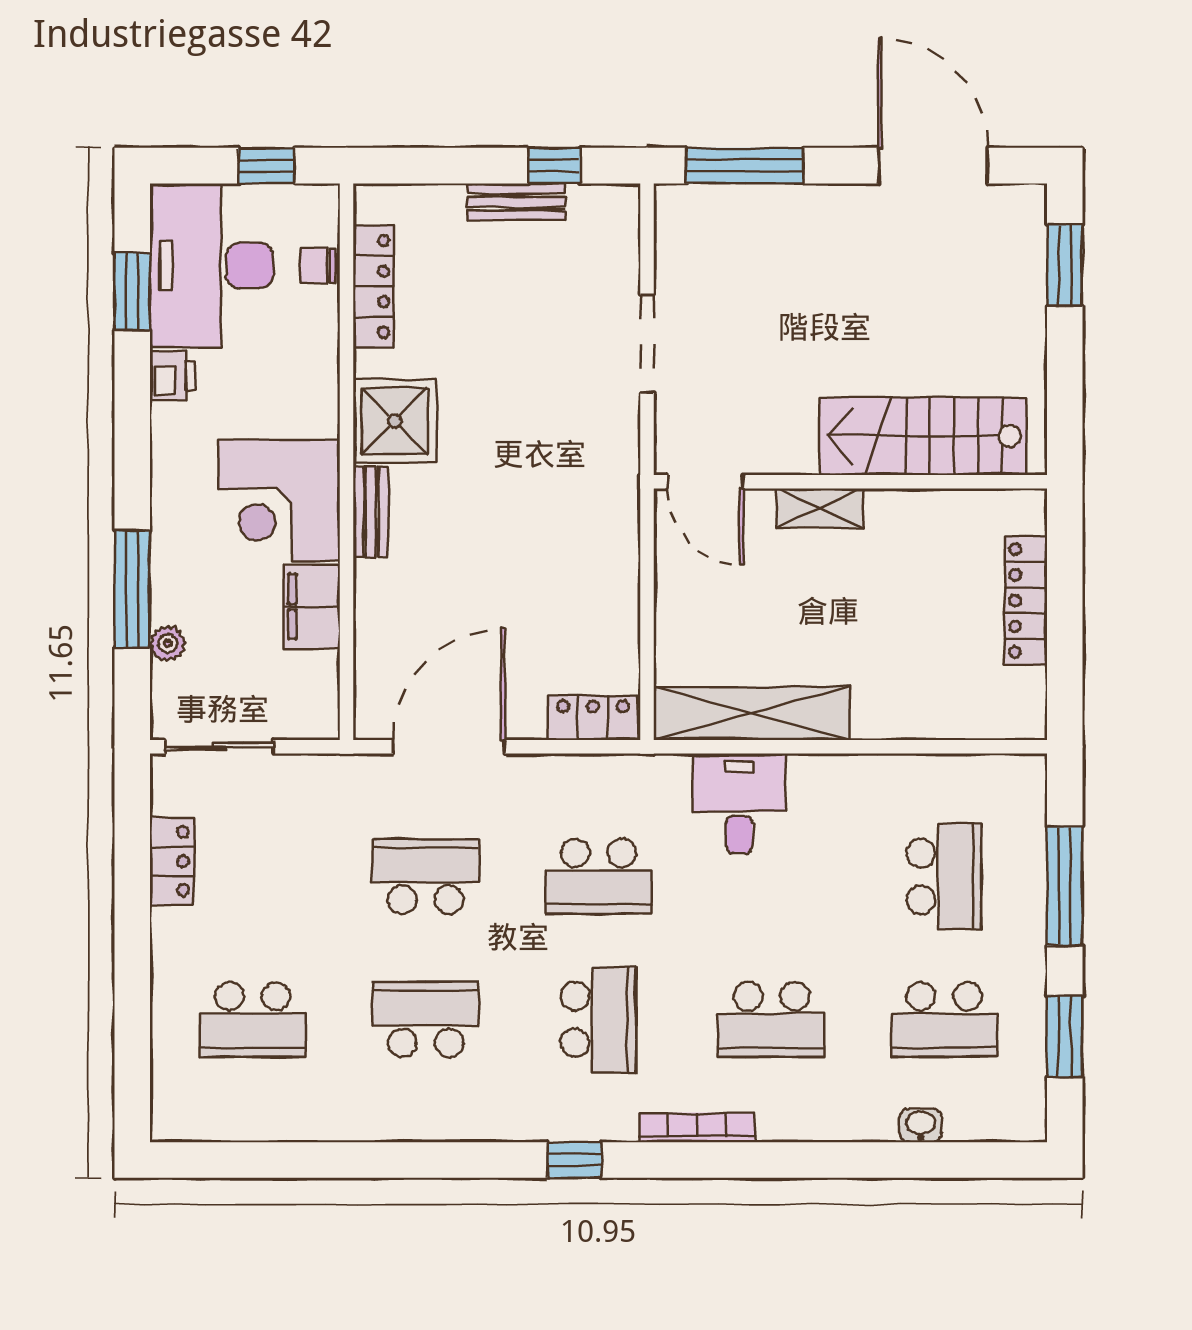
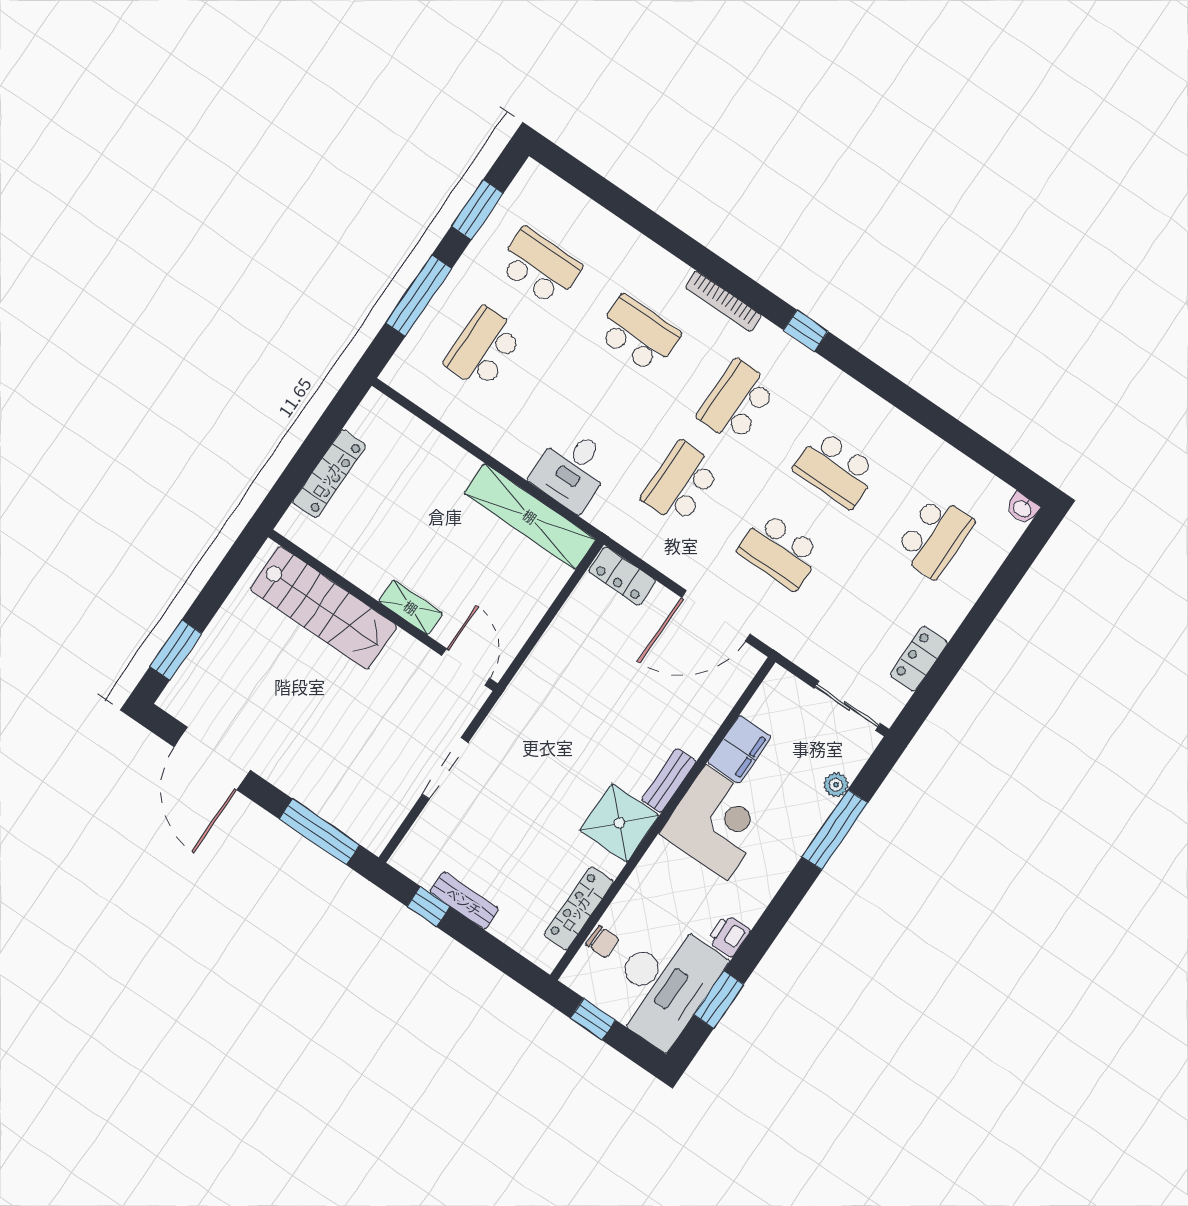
school desk: (598, 876) -> (681, 483), turned -90
school desk: (253, 1019) -> (935, 537), turned 90
washbasin: (921, 1125) -> (1023, 508), moved

